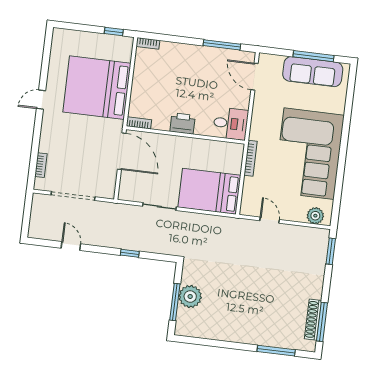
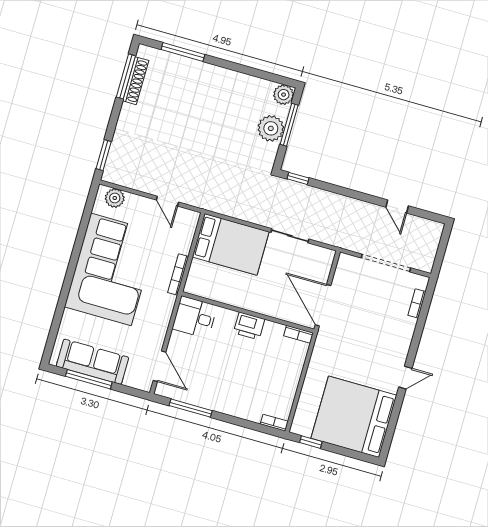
bed: (97, 88) -> (354, 417), moved, turned 180
window: (130, 253) -> (298, 178), moved
plant: (184, 327) -> (284, 95), added

